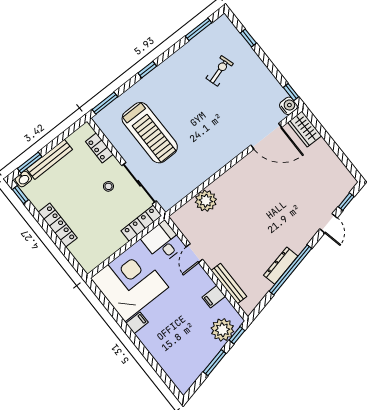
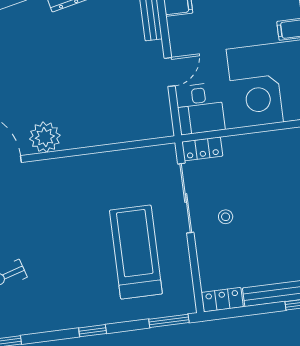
locker: (99, 148) -> (222, 300), moved, turned -90
plant: (206, 201) -> (45, 137), moved
locker: (141, 223) -> (202, 149), width x0.66

